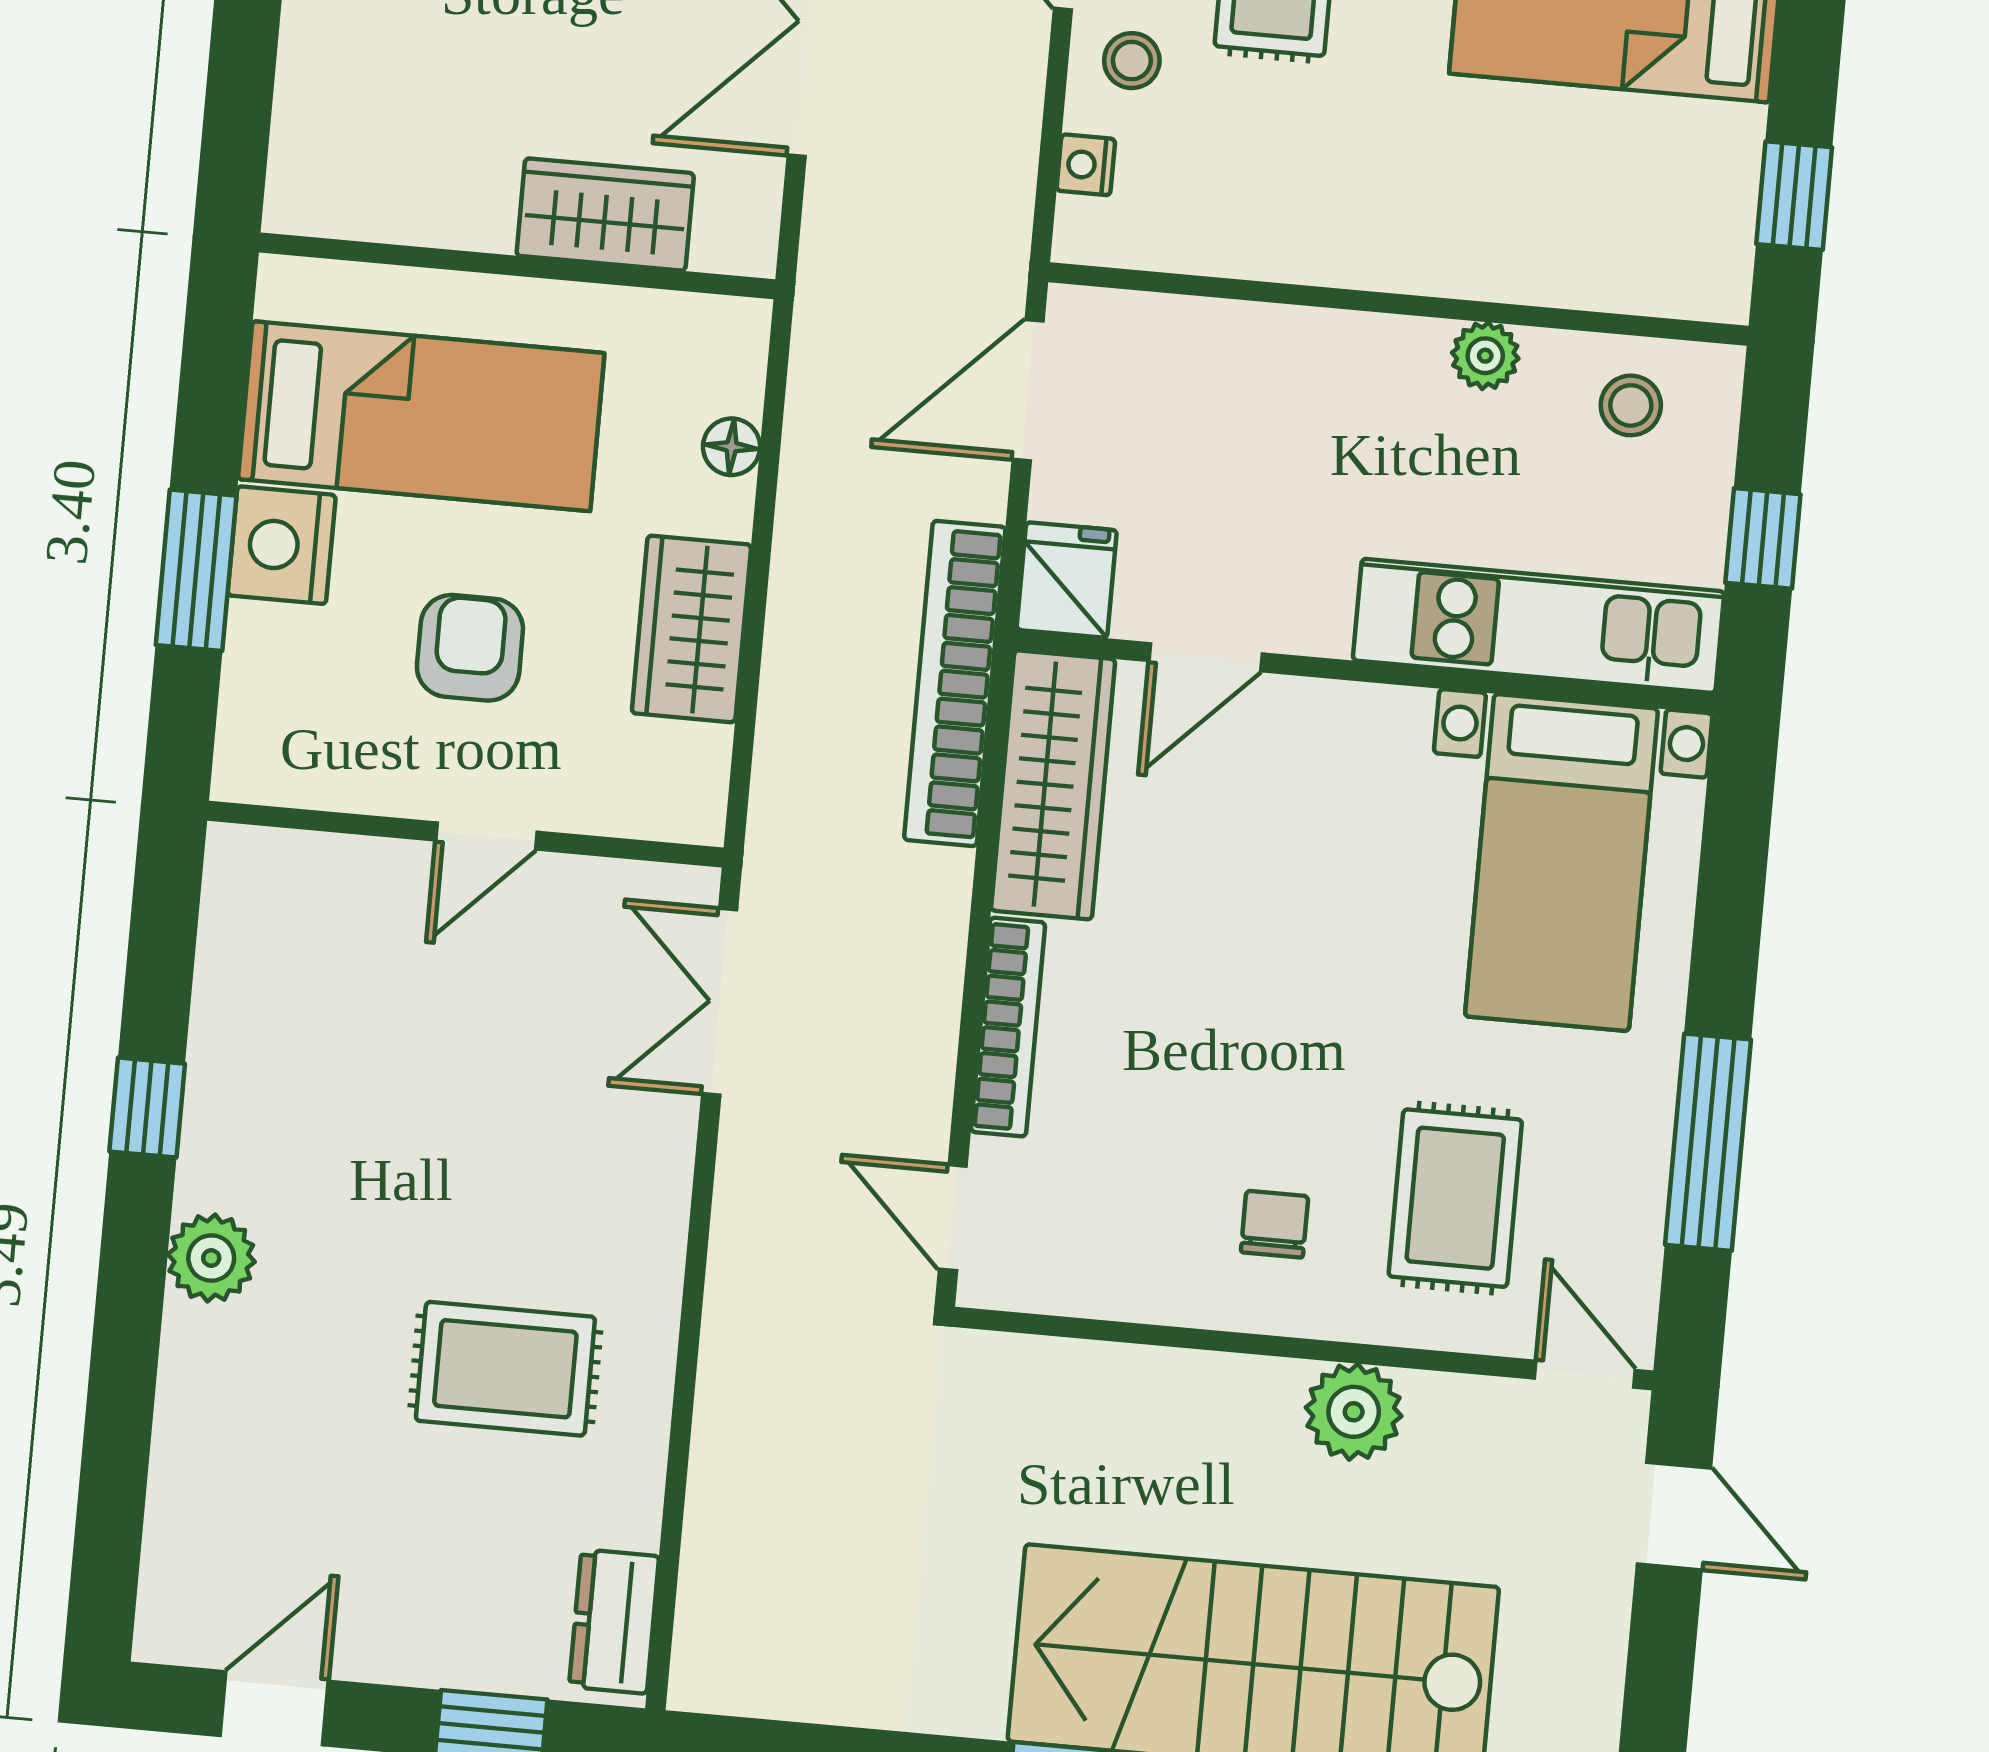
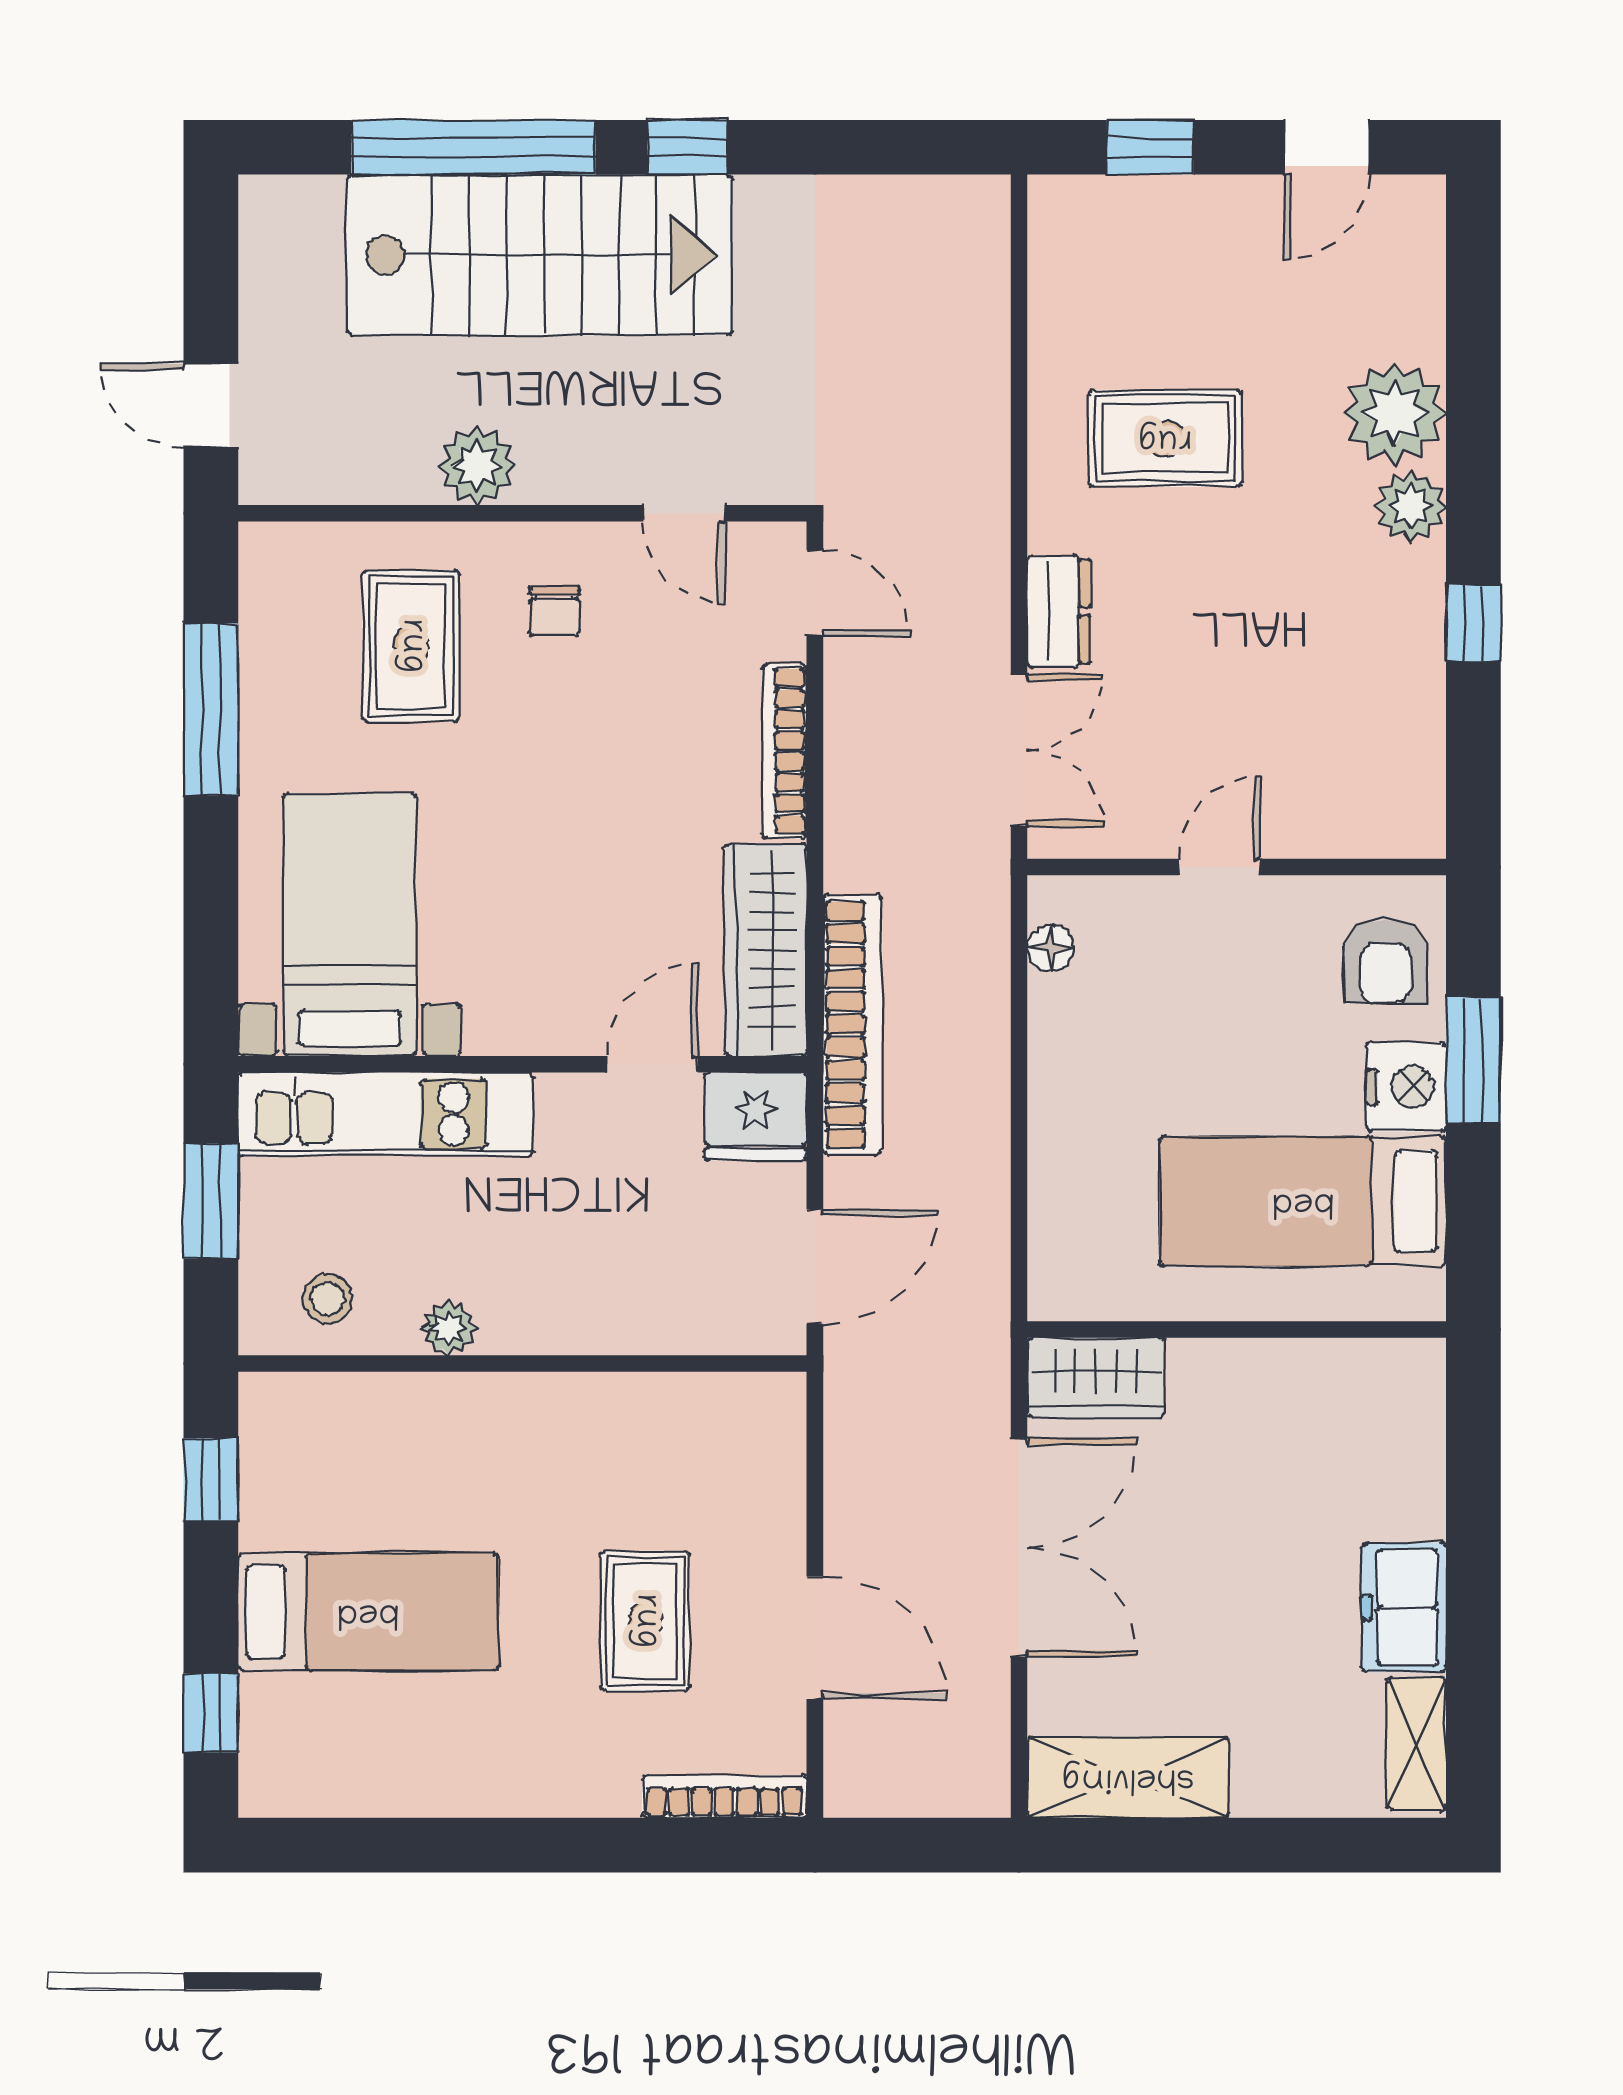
stool: (1132, 61) -> (755, 1540), removed
nightstand: (1086, 165) -> (785, 1453), removed
wardrobe: (605, 214) -> (1096, 1377), moved
floor lamp: (732, 447) -> (1050, 948), moved
window: (1763, 538) -> (211, 1201), width x1.50
fridge: (1067, 580) -> (756, 1116), width x1.38
wardrobe: (691, 629) -> (1069, 1049), removed
armchair: (470, 648) -> (1386, 961), moved
plant: (221, 1374) -> (1394, 413), added
door: (1585, 1374) -> (684, 513), moved
dresser: (614, 1622) -> (1059, 611), moved

